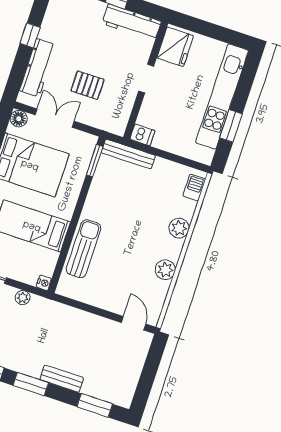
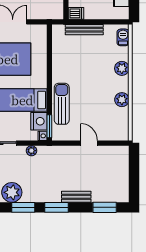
bench: (128, 154) -> (84, 30), moved
window: (95, 161) -> (49, 126), moved
nightstand: (45, 262) -> (39, 121), added
door: (134, 323) -> (89, 143), moved

